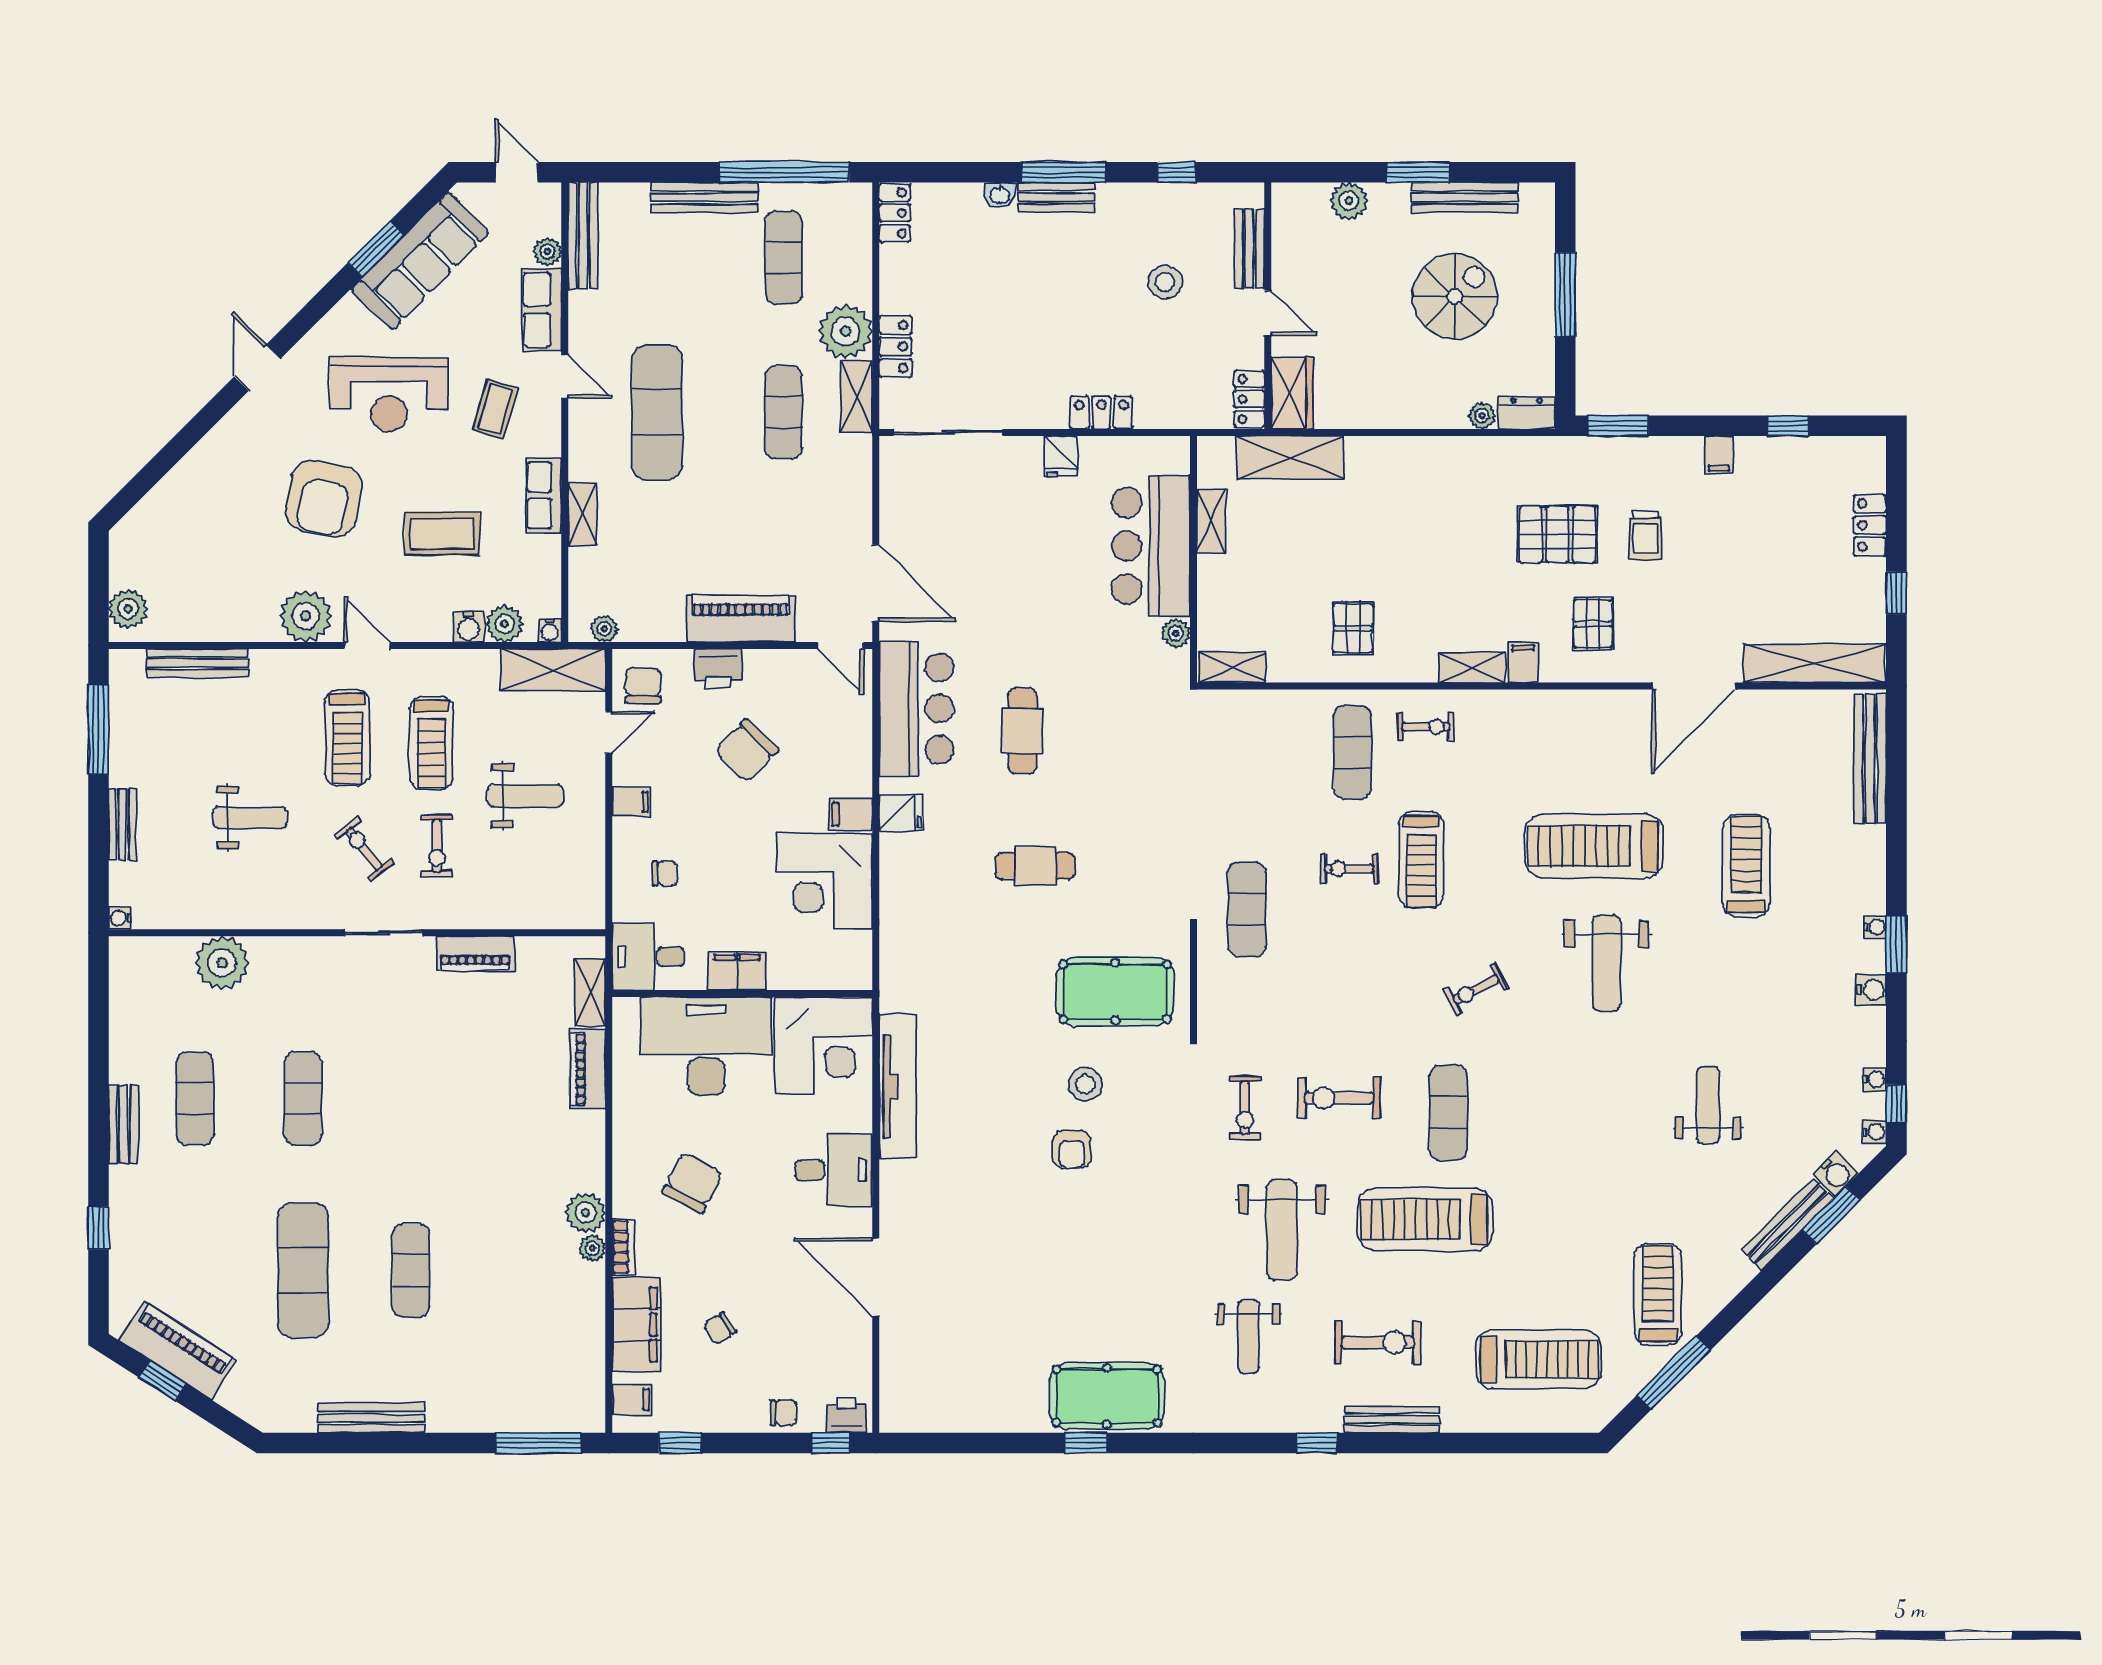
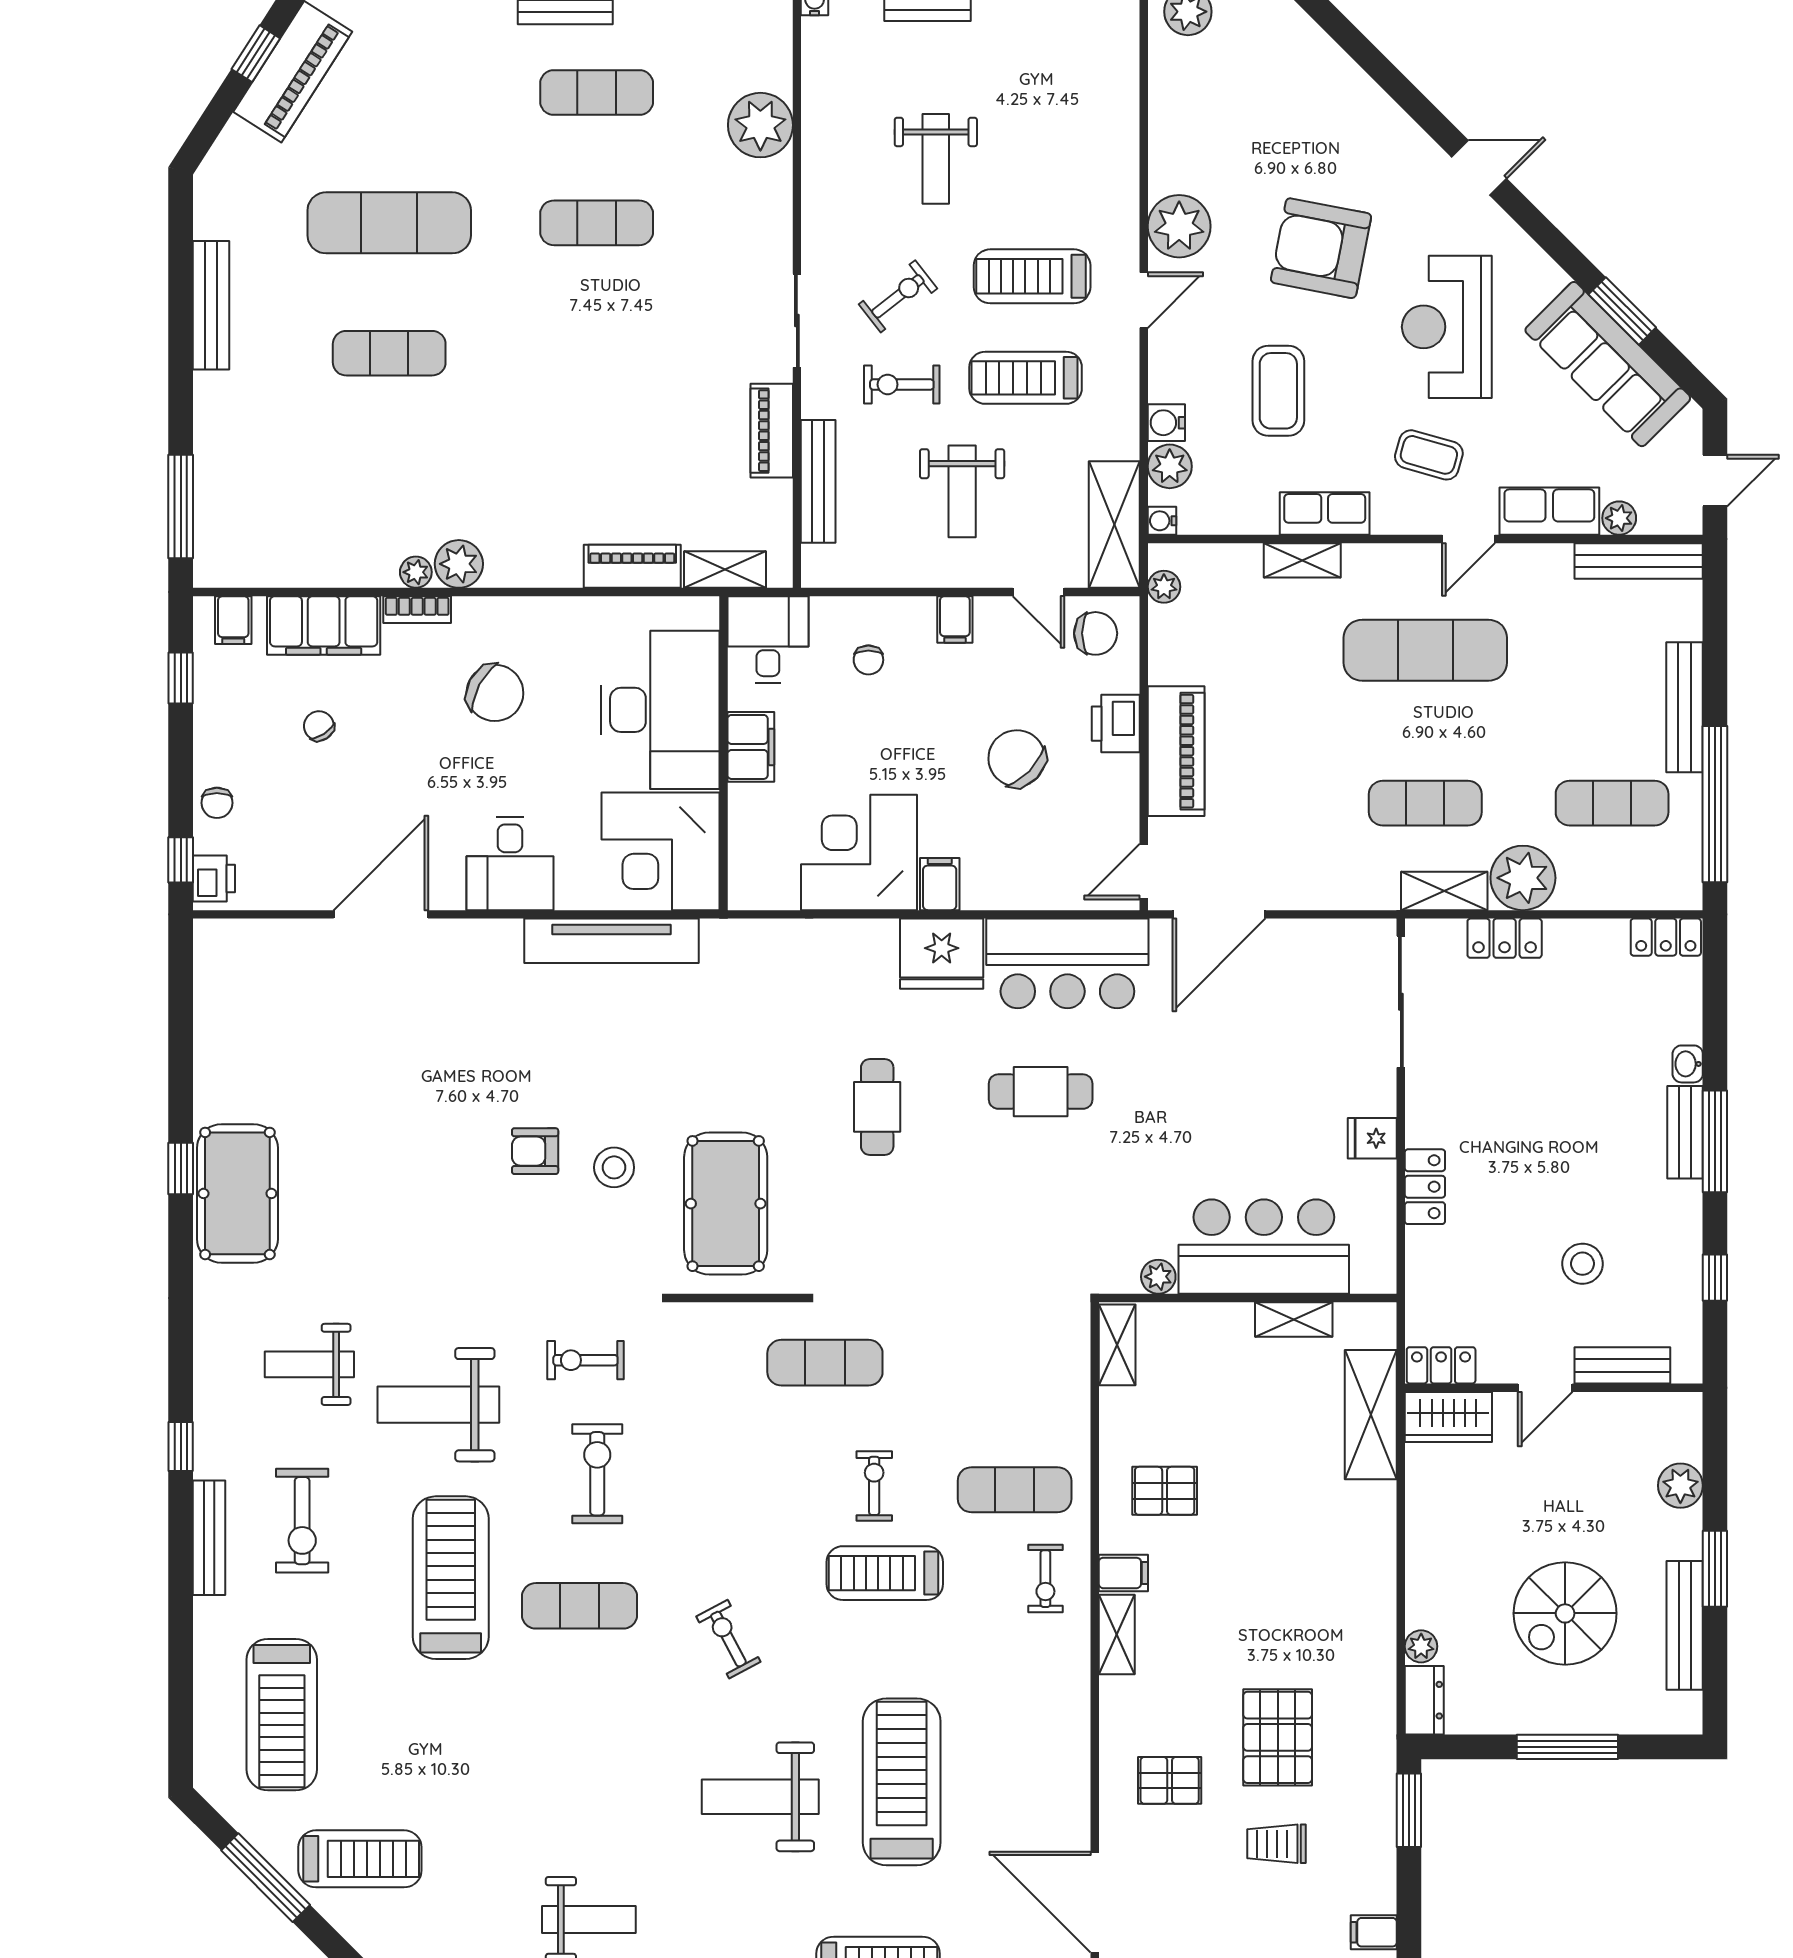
spiral stairs: (1455, 296) -> (1565, 1613), turned 90
filing cabinet: (1523, 662) -> (1123, 1573), moved
bench: (197, 663) -> (818, 481), moved
fridge: (901, 813) -> (942, 954), width x1.88, depth x1.34

